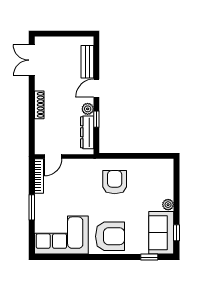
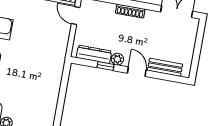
armchair: (115, 182) -> (39, 73), removed

